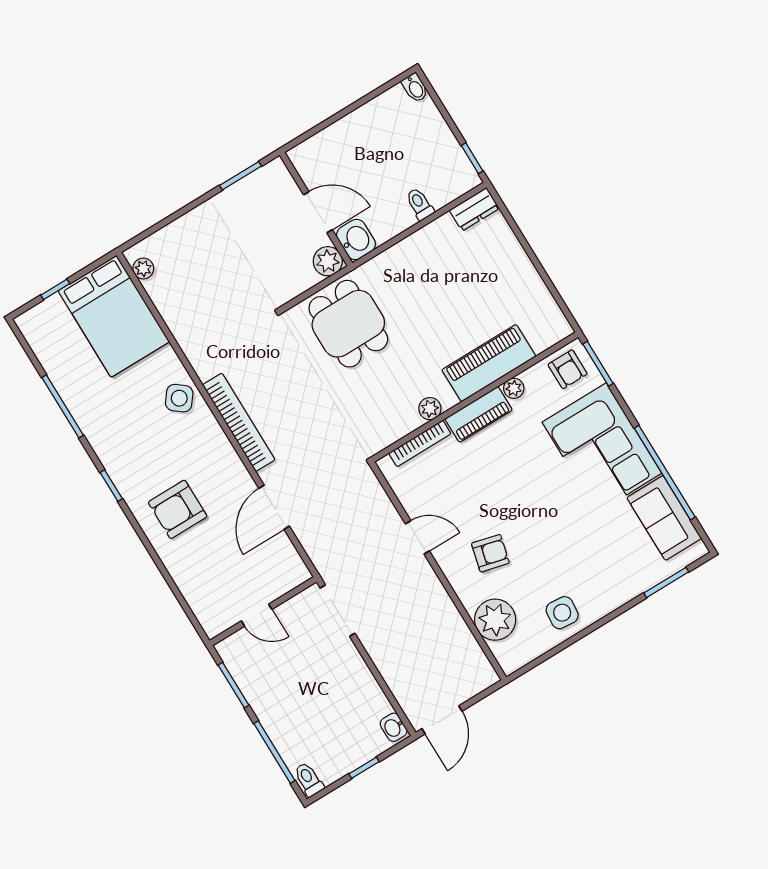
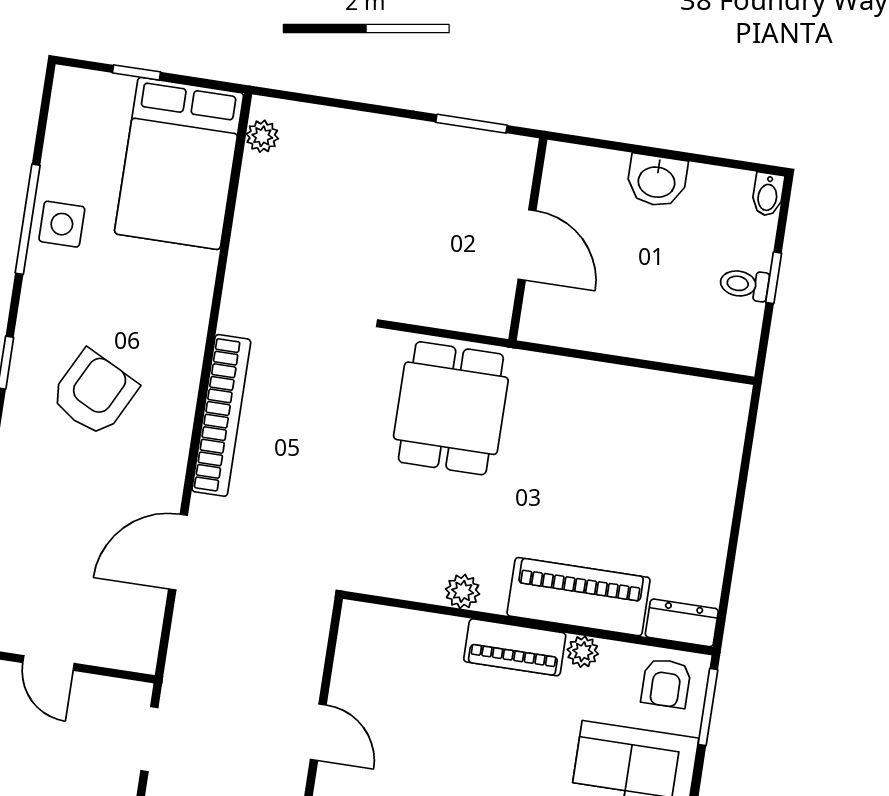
window: (472, 158) -> (774, 278), moved
toilet: (420, 204) -> (744, 284), moved, turned -90
dresser: (474, 209) -> (682, 623), moved, turned 180
washbasin: (356, 240) -> (657, 181), moved, turned 90
plant: (328, 261) -> (489, 313), removed
side table: (179, 398) -> (62, 224), moved, turned -38
bookcase: (420, 444) -> (416, 623), removed
armchair: (178, 509) -> (94, 393), moved, turned 117
doorway: (338, 611) -> (149, 739), width x0.73

